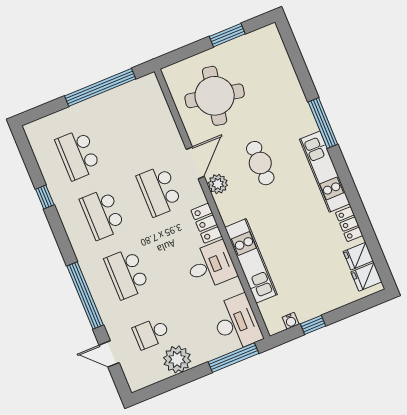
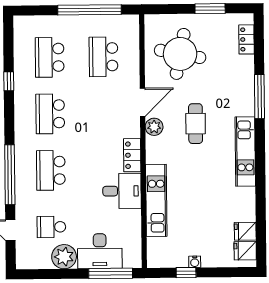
window: (323, 123) -> (259, 97), moved
school desk: (159, 191) -> (104, 57), moved
locker: (349, 224) -> (246, 39), moved
water cooler: (291, 321) -> (195, 262), moved
desk: (236, 323) -> (100, 251), moved, turned 90

